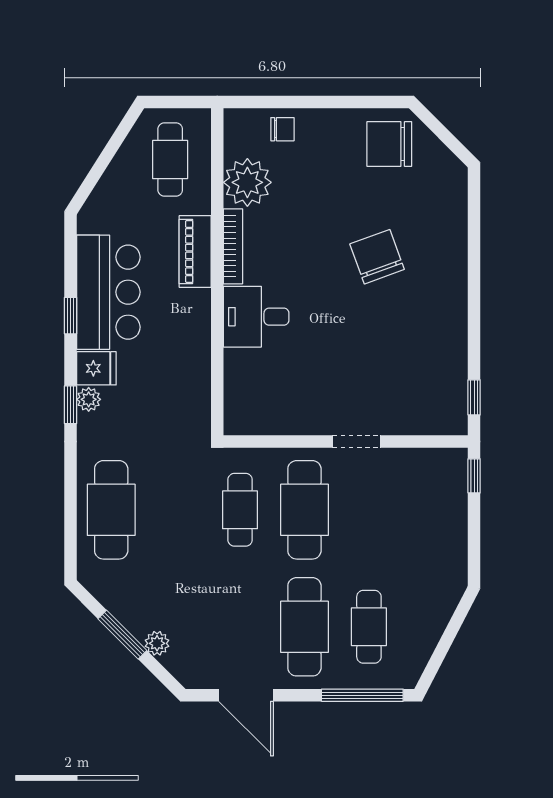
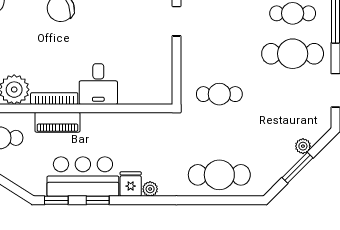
window: (71, 405) -> (56, 200), moved
cafe table: (304, 510) -> (219, 54), removed

